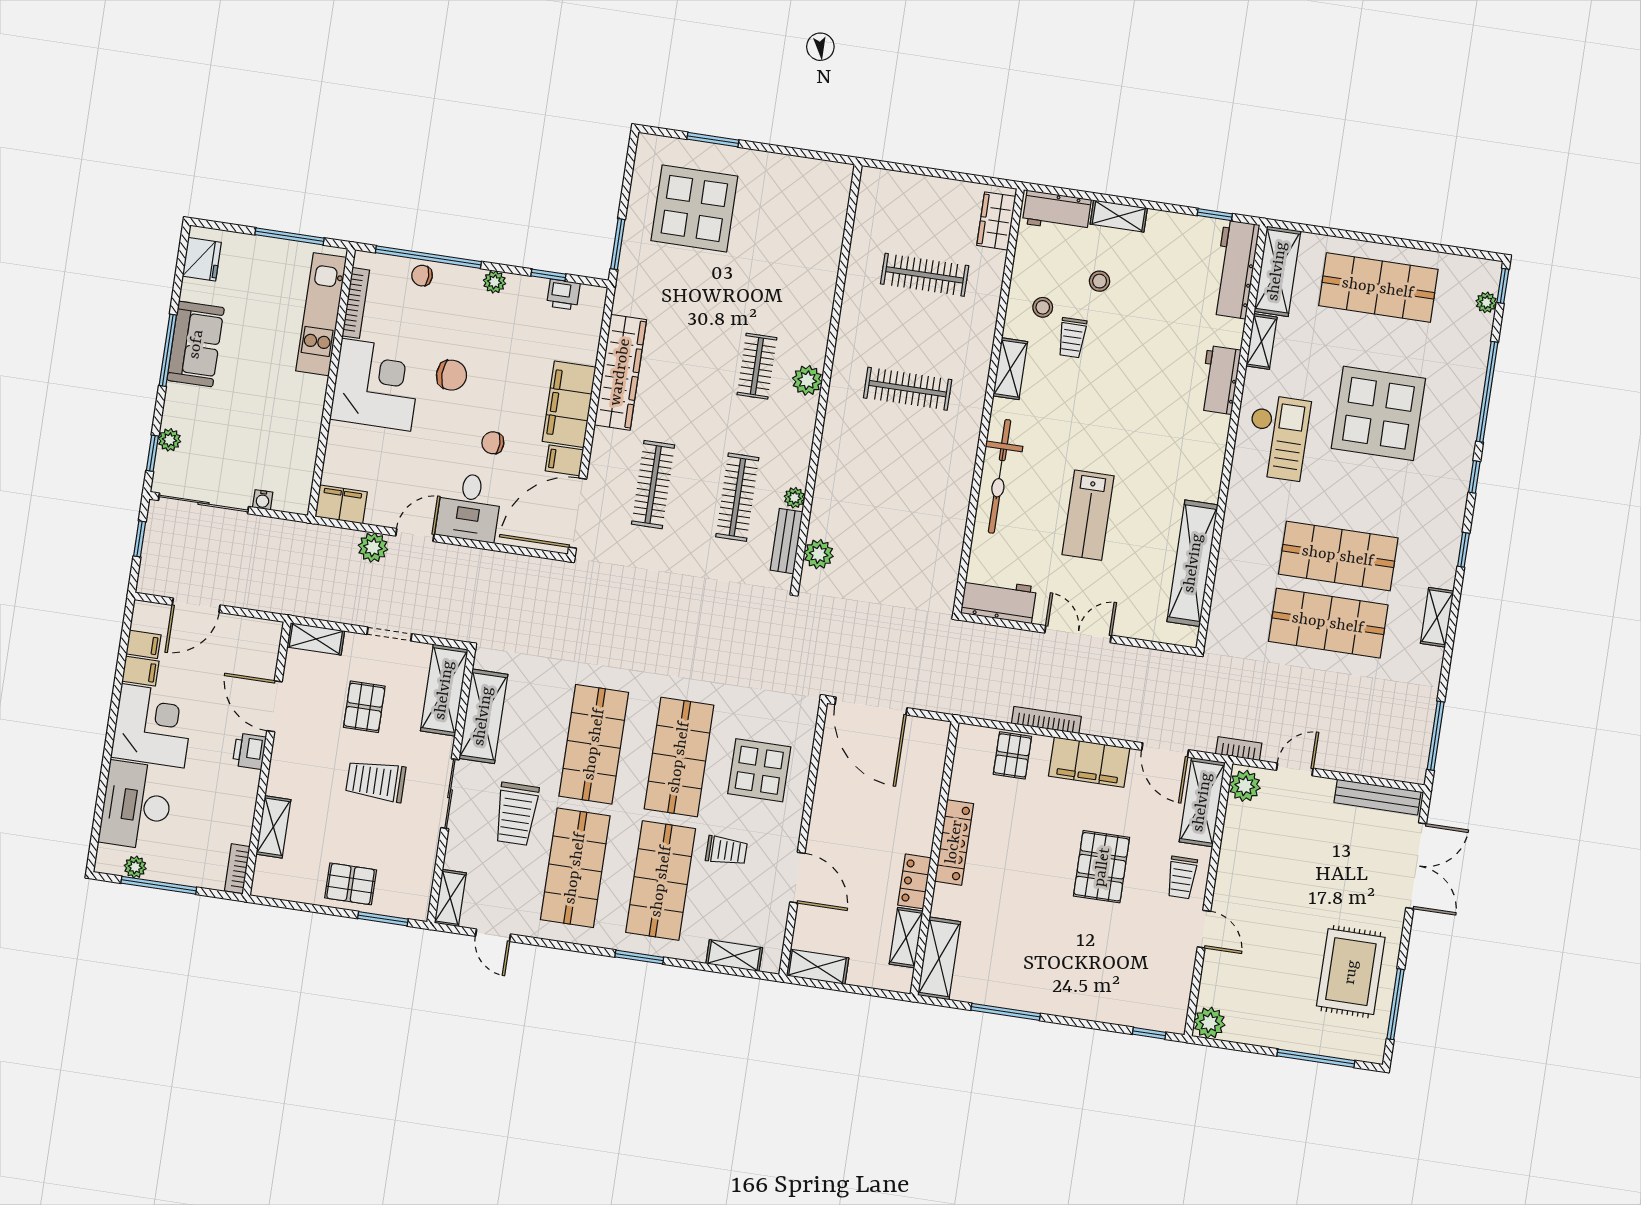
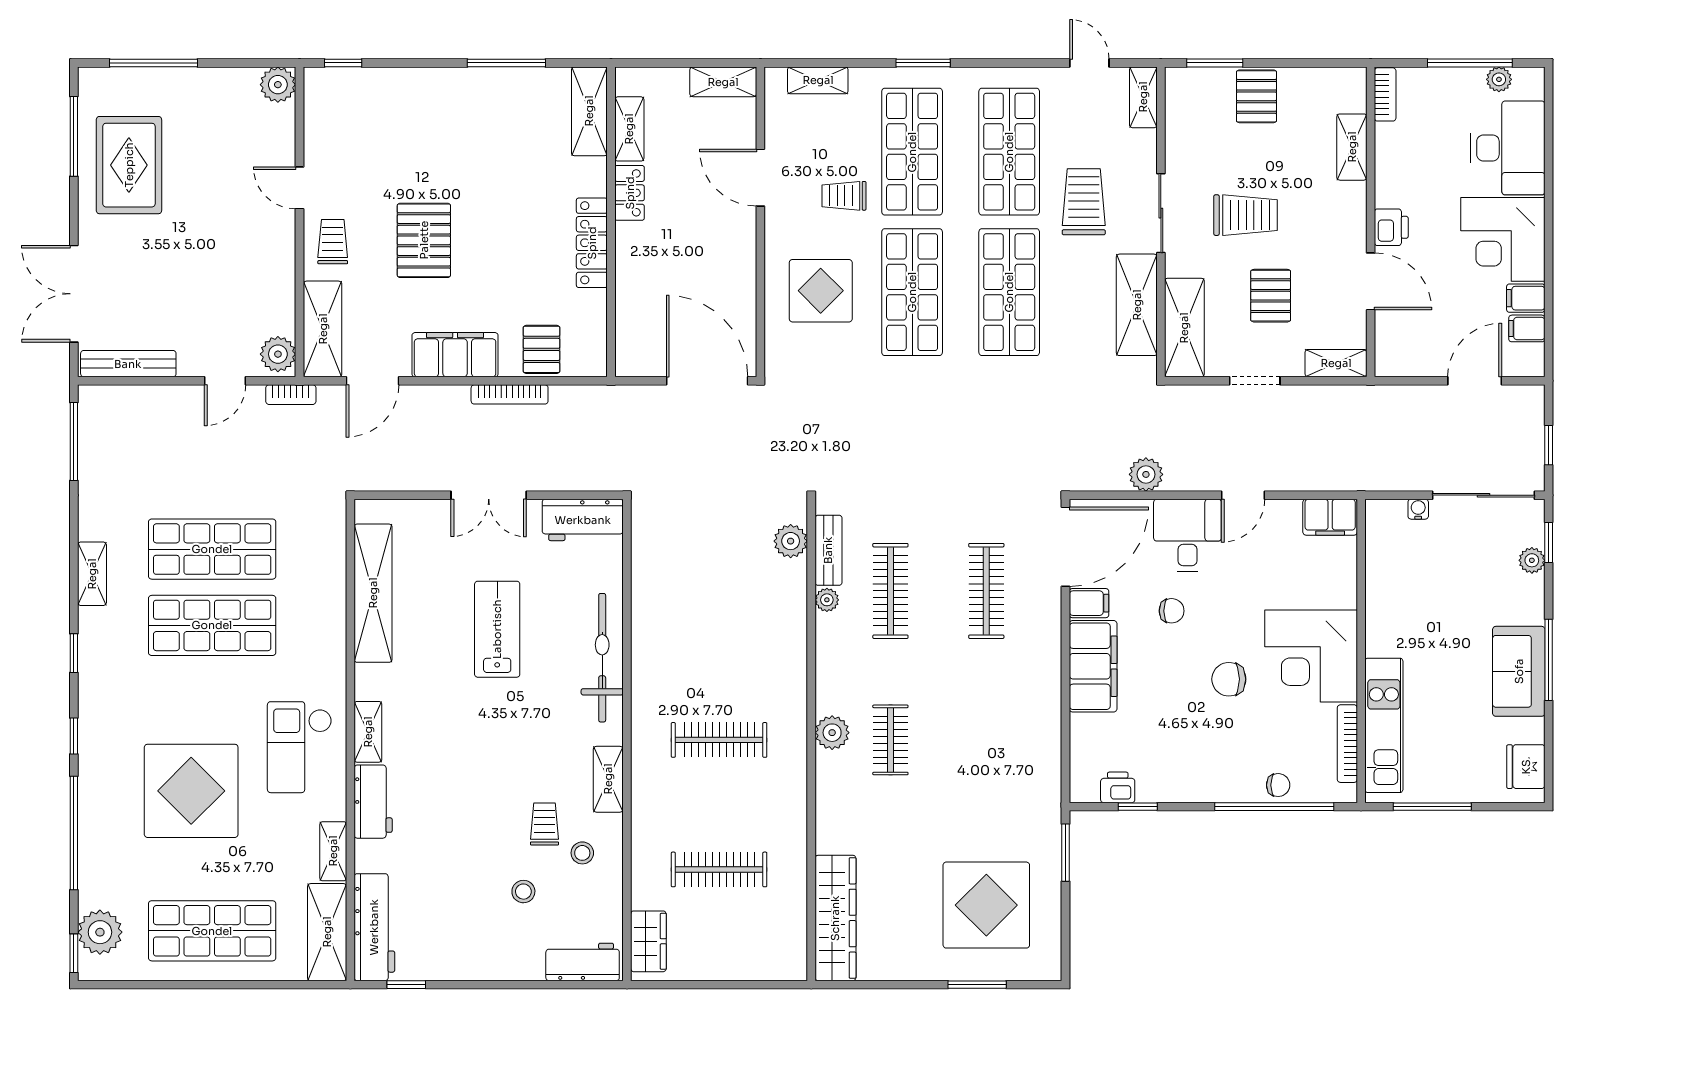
shelving: (1119, 216) -> (368, 732), moved, turned 90
plant: (494, 282) -> (1196, 790), removed
plant: (1486, 302) -> (100, 932), width x1.87, depth x1.87
wardrobe: (620, 372) -> (835, 918), moved, turned 180
plant: (373, 547) -> (1146, 474), moved
door: (1165, 750) -> (372, 381), swing flipped
pallet: (351, 884) -> (1256, 96), turned 90

